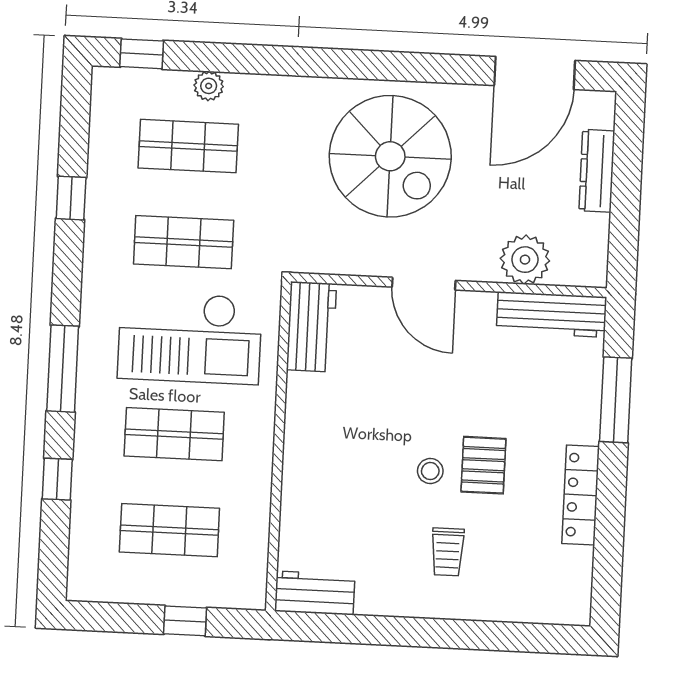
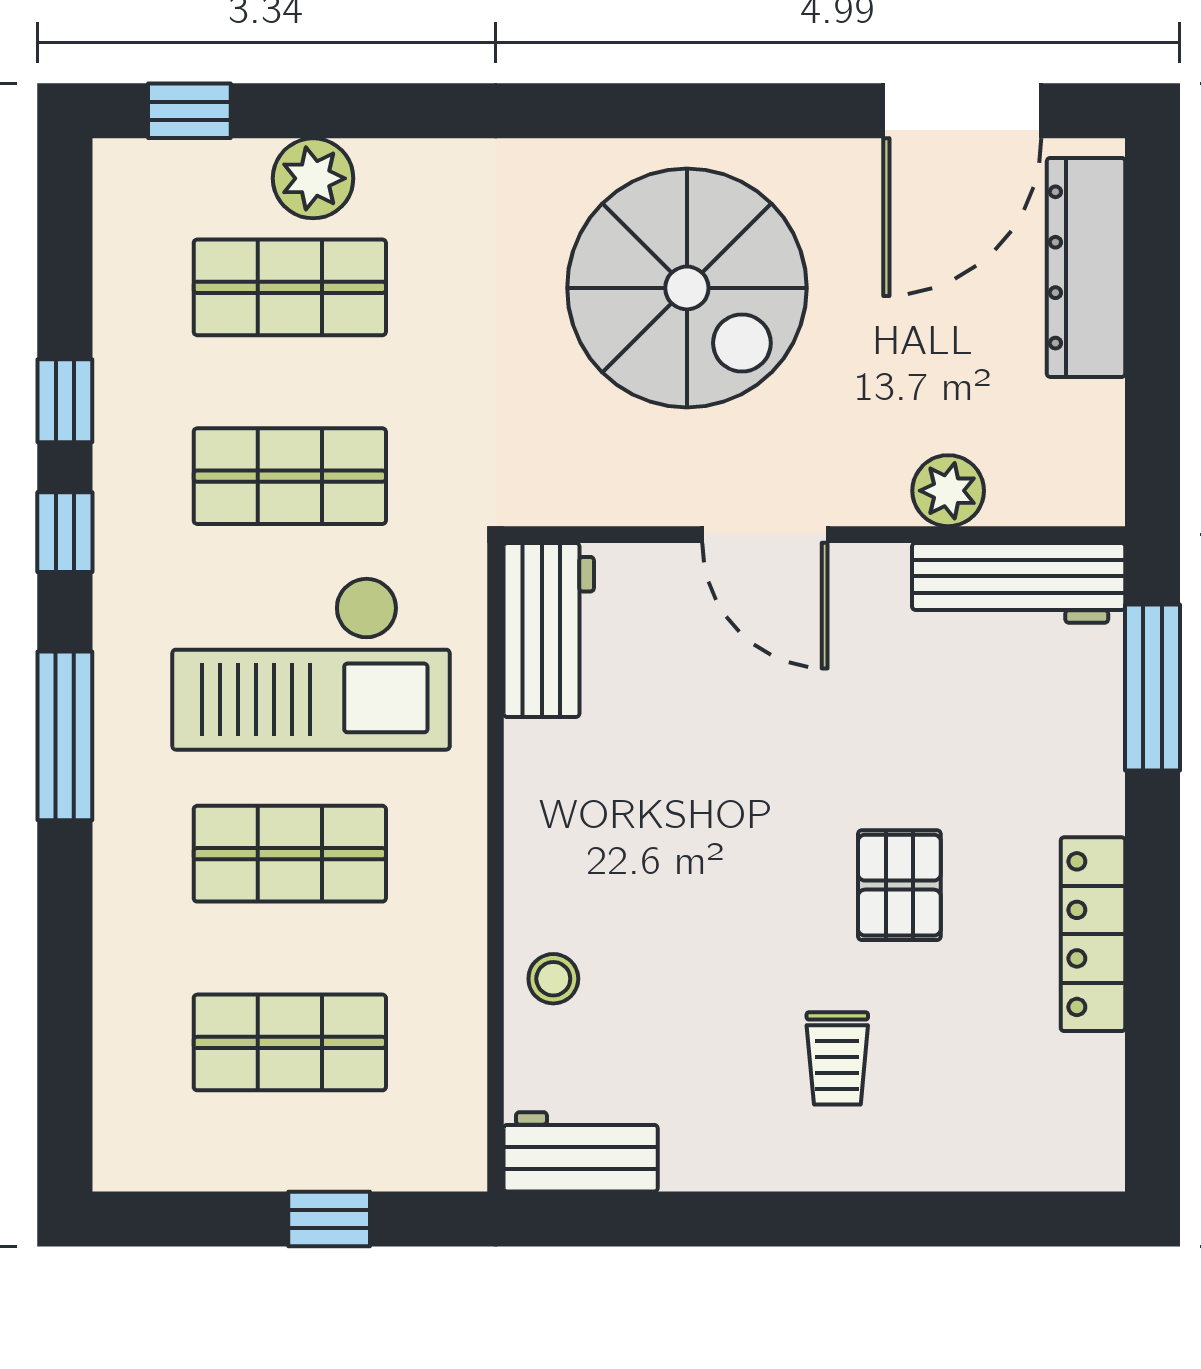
plant: (209, 86) -> (313, 178), width x1.38, depth x1.38
dresser: (597, 171) -> (1086, 267), width x1.37, depth x1.24
plant: (525, 260) -> (948, 491), width x0.73, depth x0.73
window: (616, 400) -> (1152, 688), moved
stool: (430, 471) -> (553, 979), moved
window: (57, 479) -> (65, 532), moved

